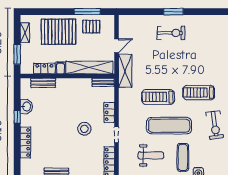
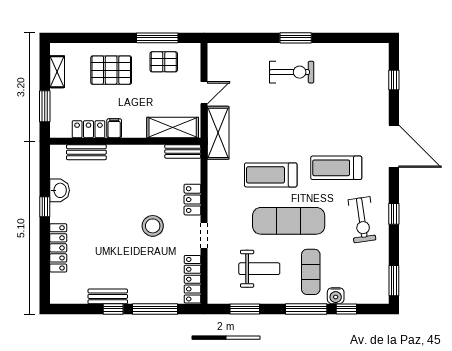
pallet: (59, 32) -> (111, 70), width x0.73, depth x0.71
shelving: (89, 67) -> (173, 128), width x0.68

